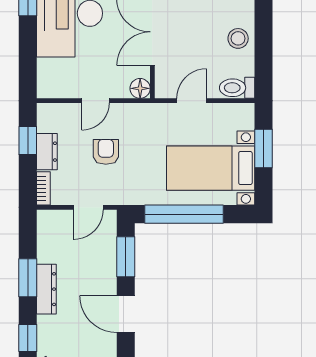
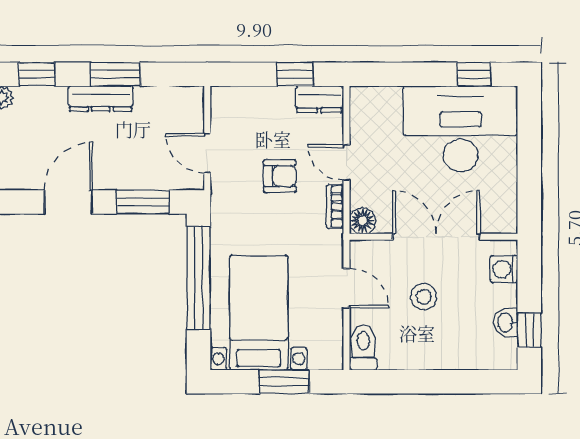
stool: (238, 38) -> (424, 297), moved
dresser: (47, 152) -> (319, 99), moved
bookcase: (43, 188) -> (335, 206), moved, turned 90

